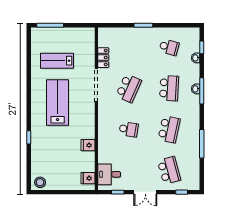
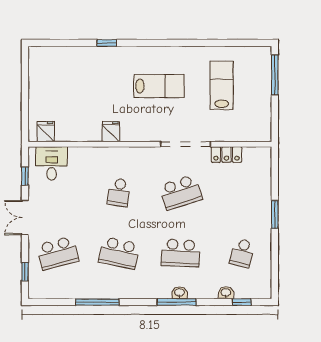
school desk: (129, 88) -> (181, 192), turned -42
lab bench: (58, 103) -> (159, 86), width x0.73, depth x0.72
fridge: (88, 145) -> (111, 132), moved
stool: (40, 182) -> (40, 60), removed

